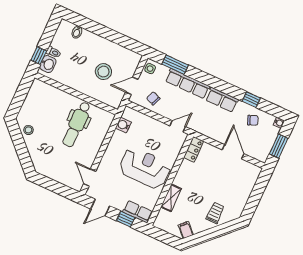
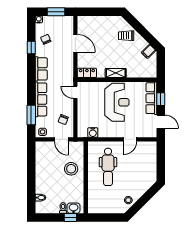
stool: (103, 72) -> (71, 169), moved
dental chair: (77, 124) -> (108, 167), turned 90
door: (233, 152) -> (75, 43), swing flipped
reception desk: (145, 168) -> (117, 102), turned 180
door: (90, 177) -> (130, 139), moved
shelving: (171, 198) -> (116, 73), moved
row of seats: (138, 212) -> (151, 98), width x1.48

